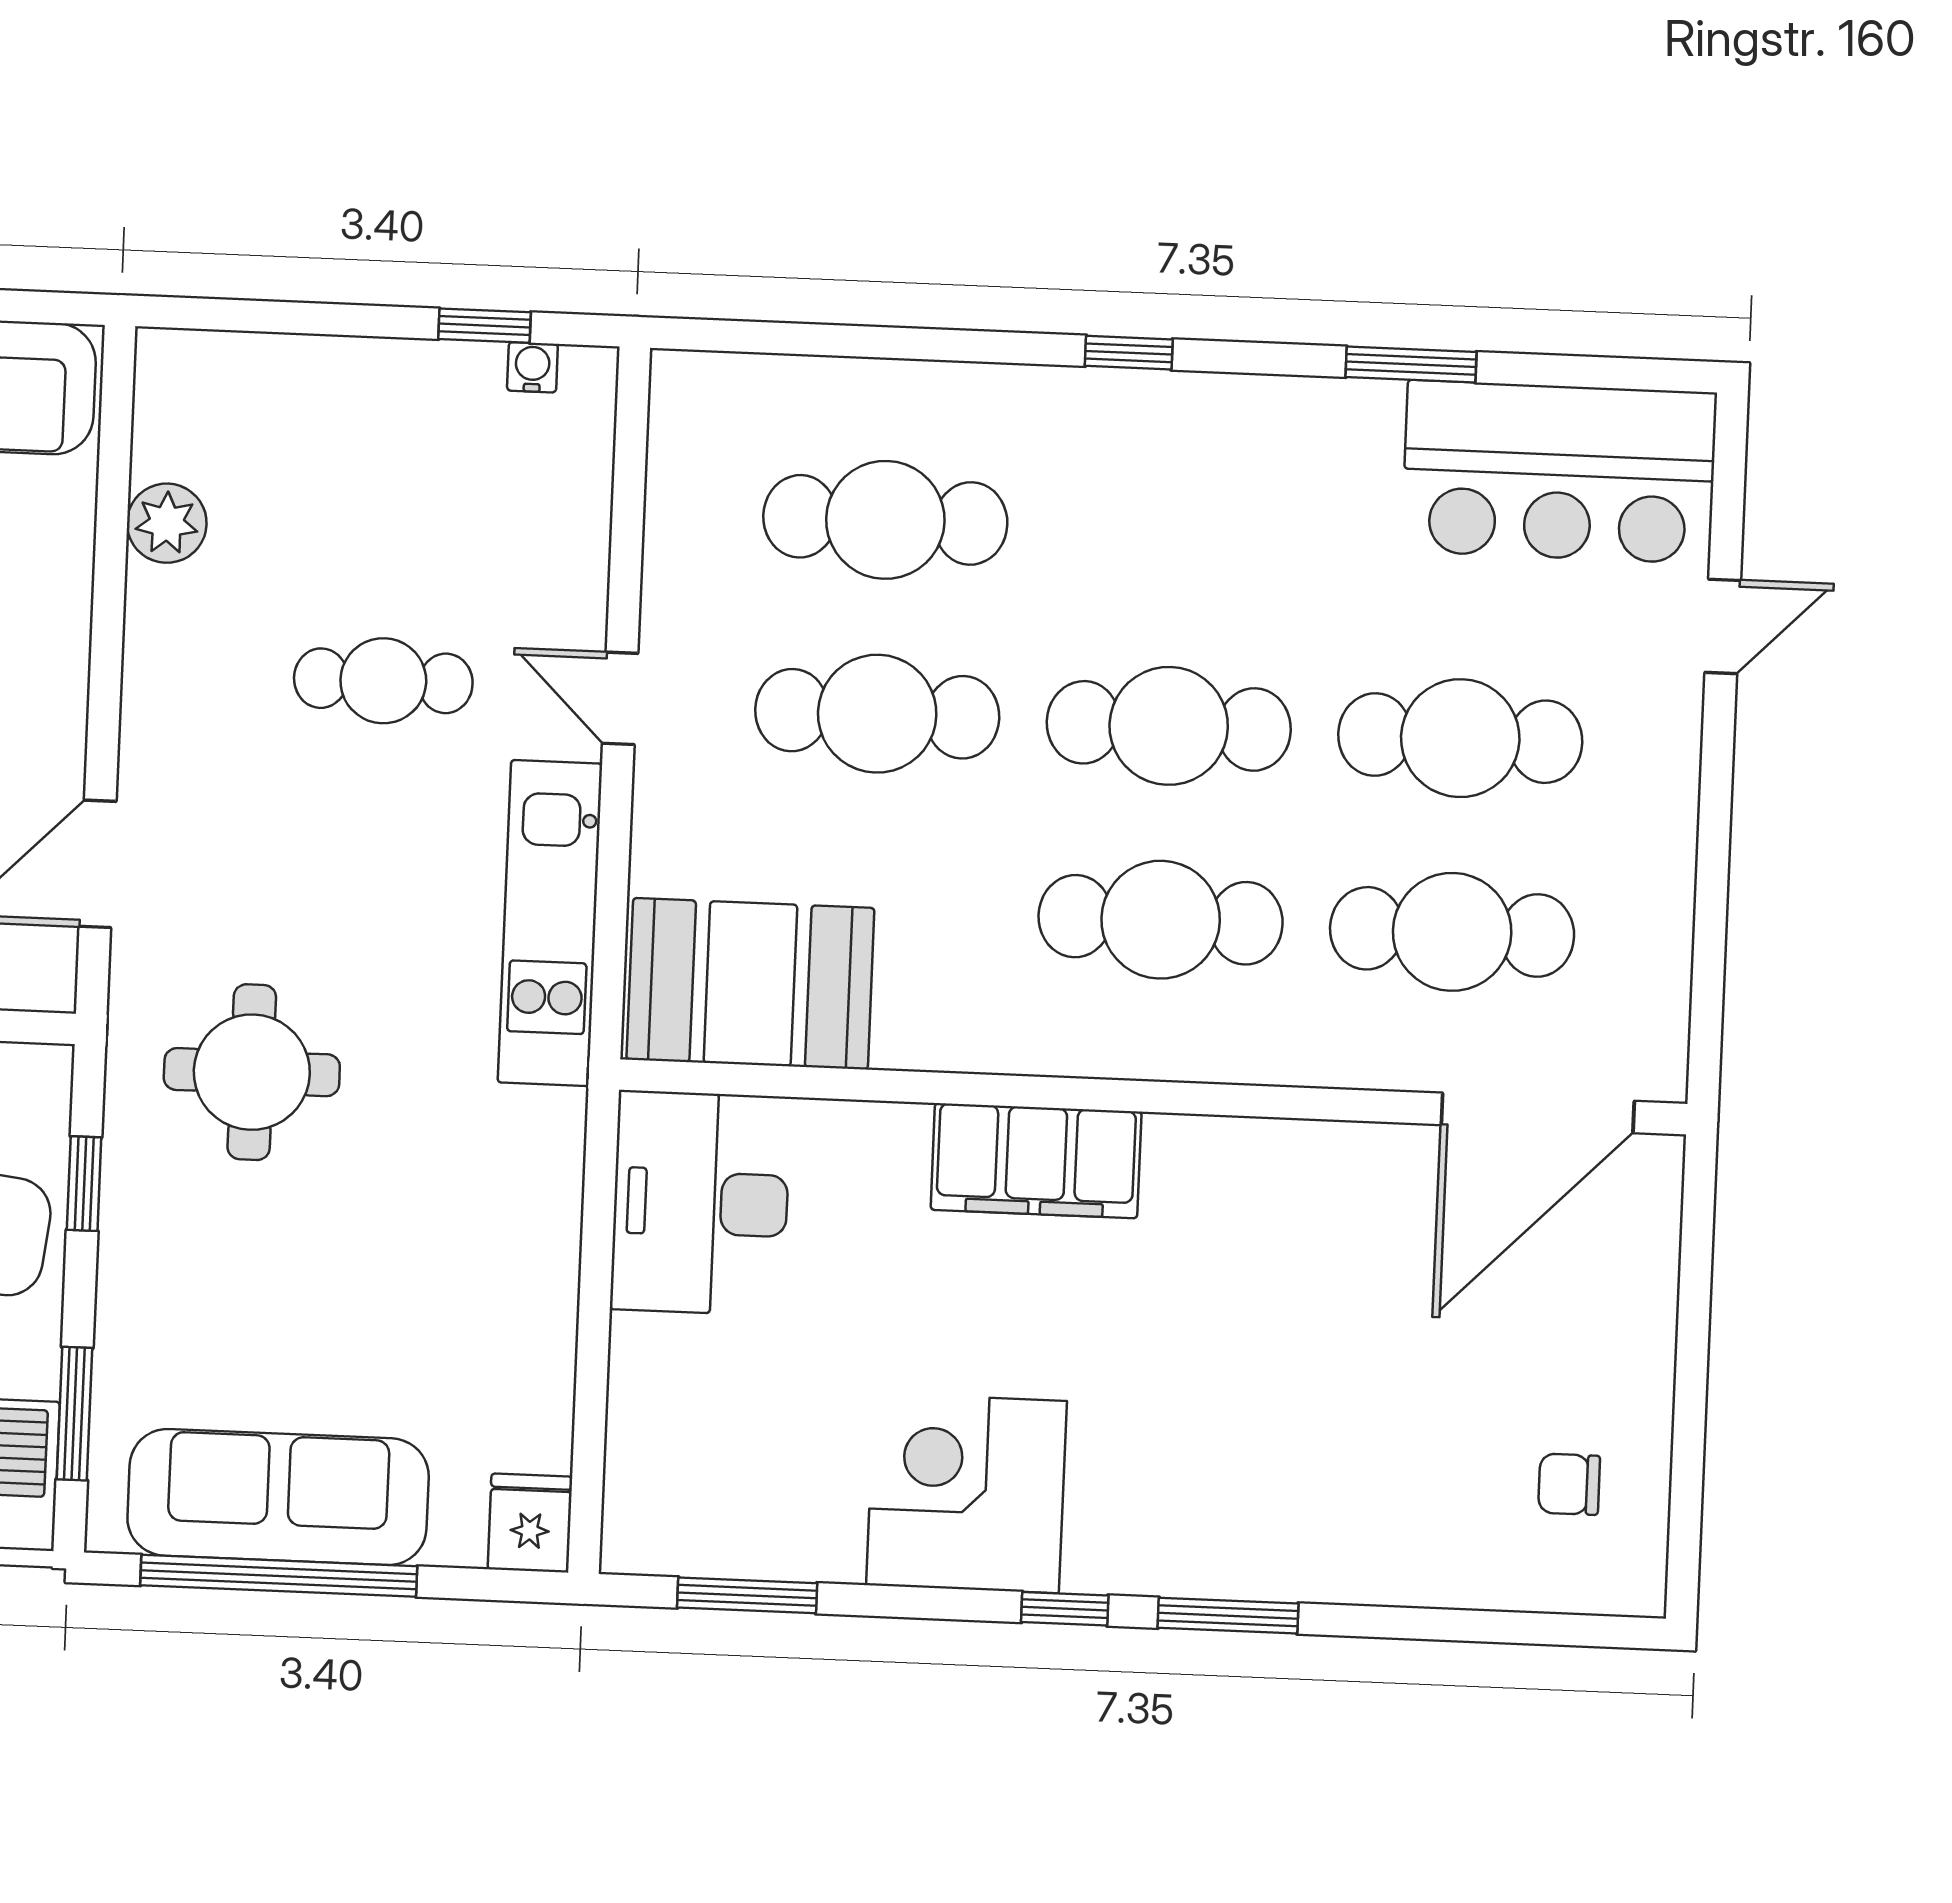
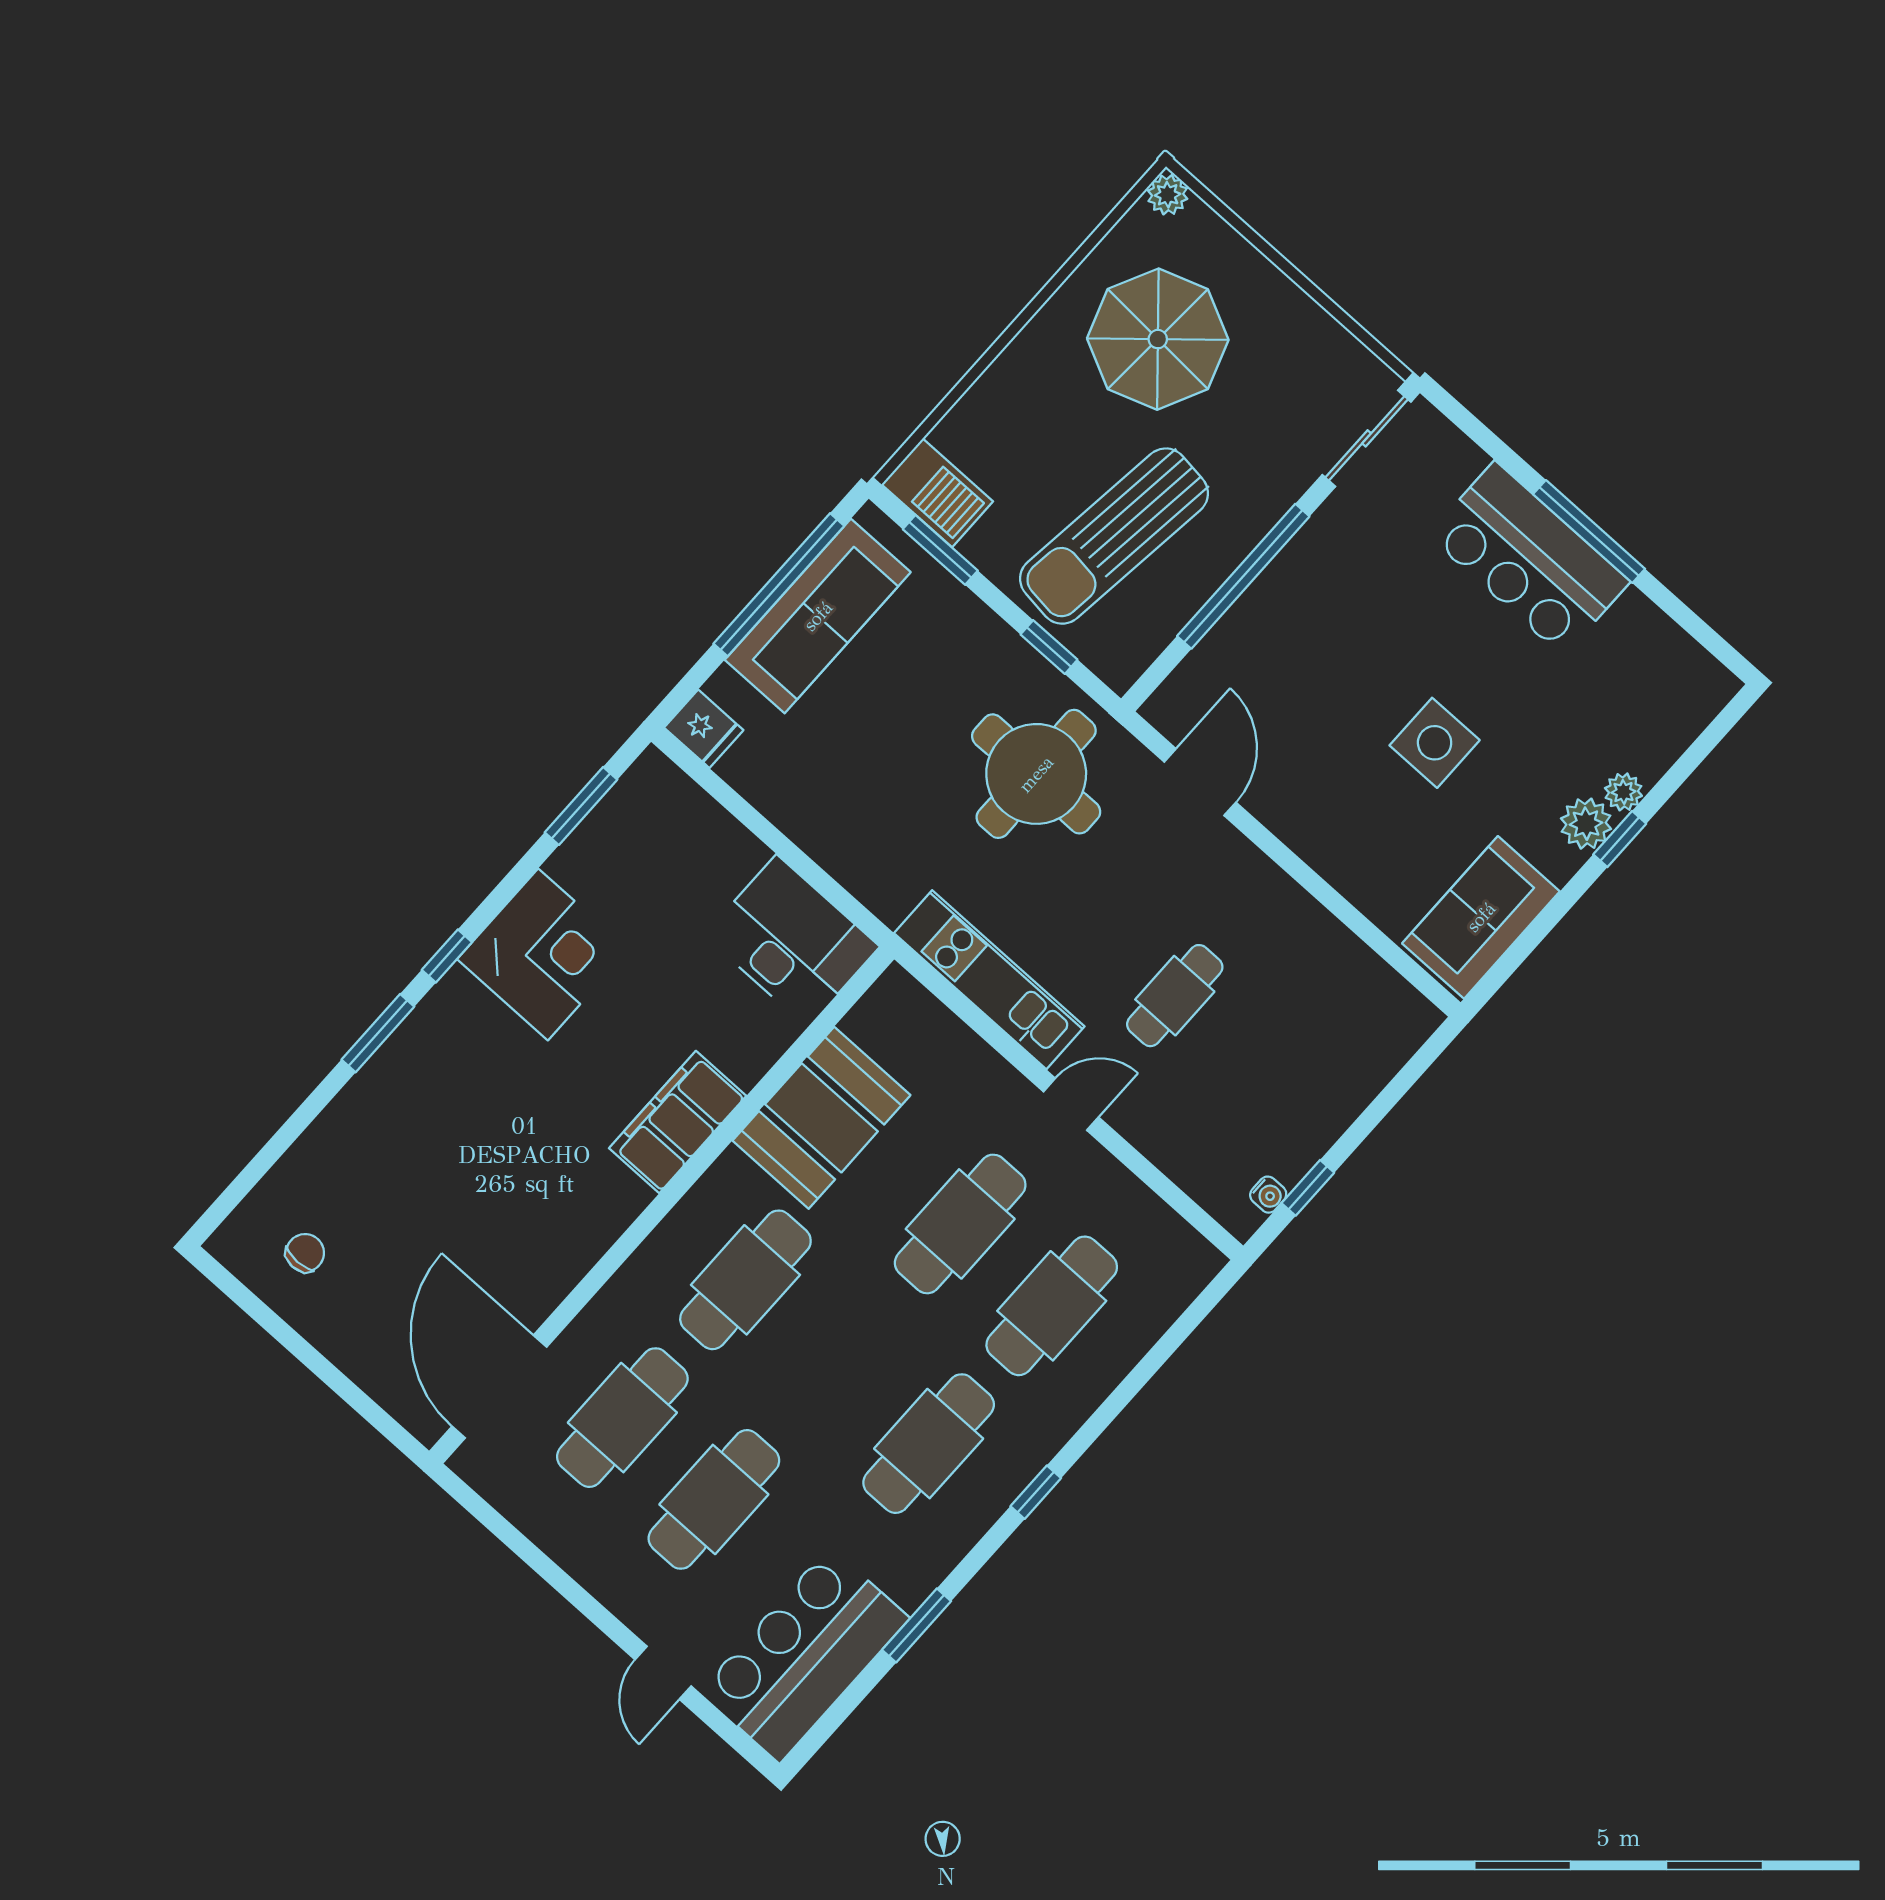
plant: (167, 523) -> (1339, 953), removed
cafe table: (1169, 726) -> (929, 1444), moved
booth: (750, 984) -> (821, 1118), moved
round table: (252, 1072) -> (1036, 774), width x1.36, depth x1.36

